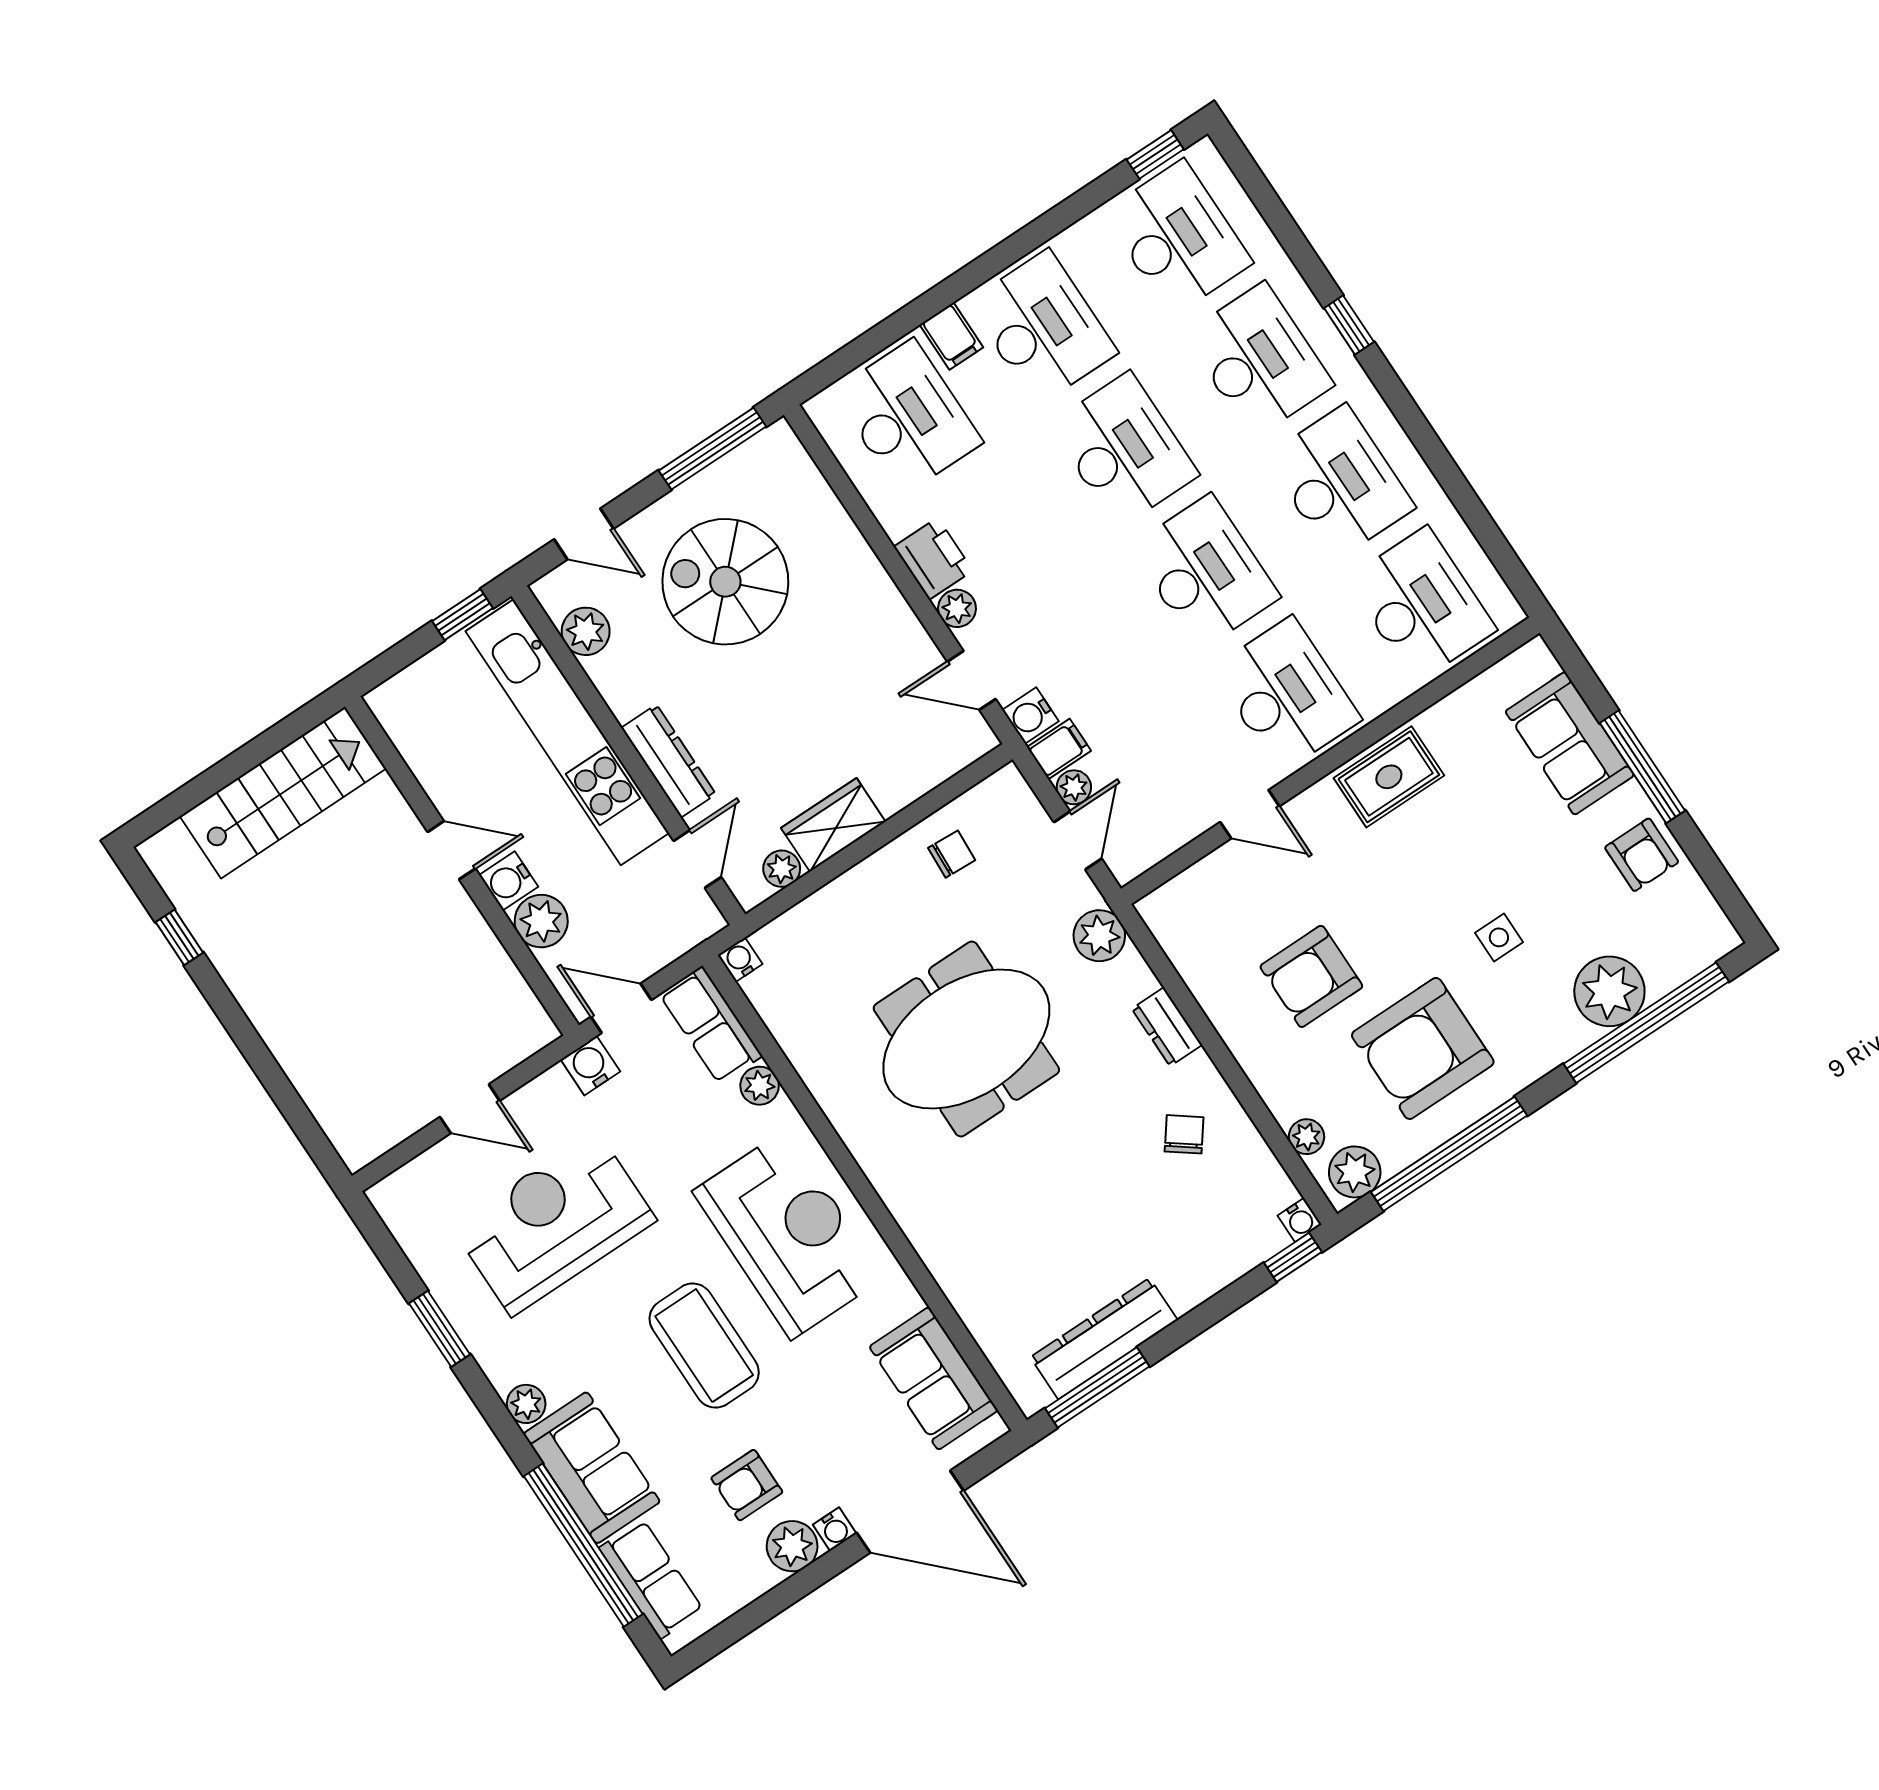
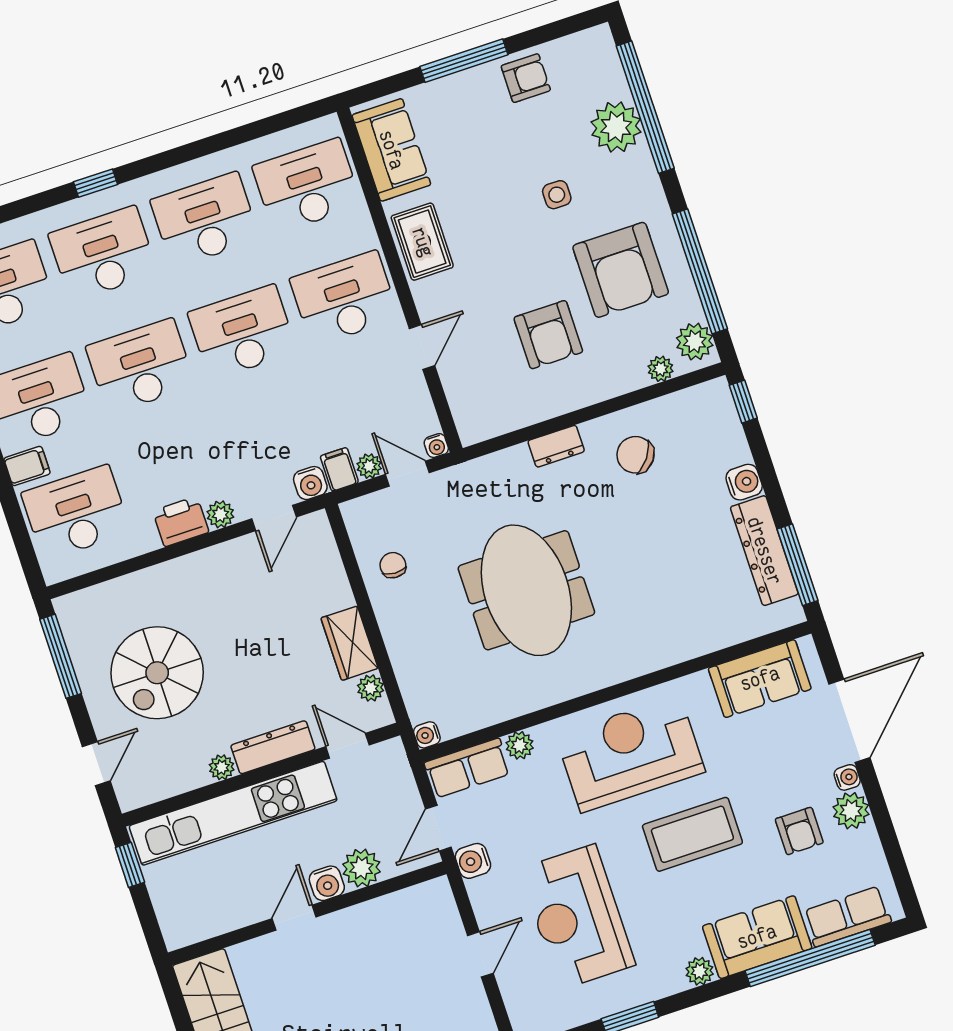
plant: (586, 631) -> (222, 767), moved, width x0.73, depth x0.73
sofa: (1570, 743) -> (391, 150), moved, turned -90
water cooler: (1125, 868) -> (436, 446), added
plant: (1099, 936) -> (479, 477), removed
chair: (1184, 1134) -> (635, 455), width x1.37, depth x1.37
water cooler: (1300, 1220) -> (744, 482), moved, width x1.38, depth x1.38

